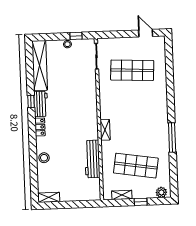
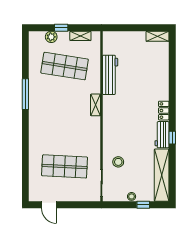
window: (76, 36) -> (143, 205), moved
stool: (44, 158) -> (118, 162), moved
plant: (161, 192) -> (51, 37), moved

